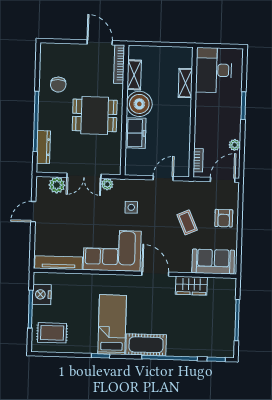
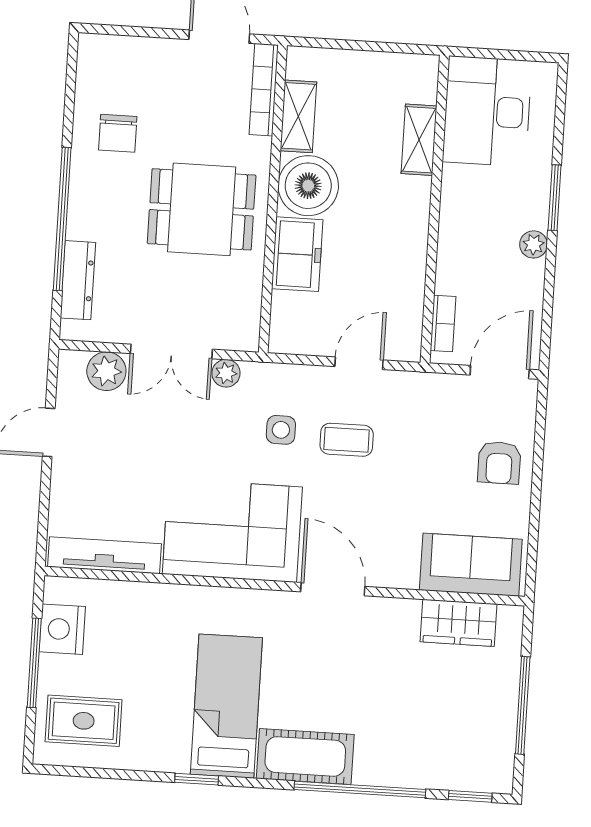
plant: (235, 145) -> (534, 244), moved
coffee table: (187, 222) -> (347, 440), moved, turned -66
wardrobe: (191, 286) -> (458, 623), moved

